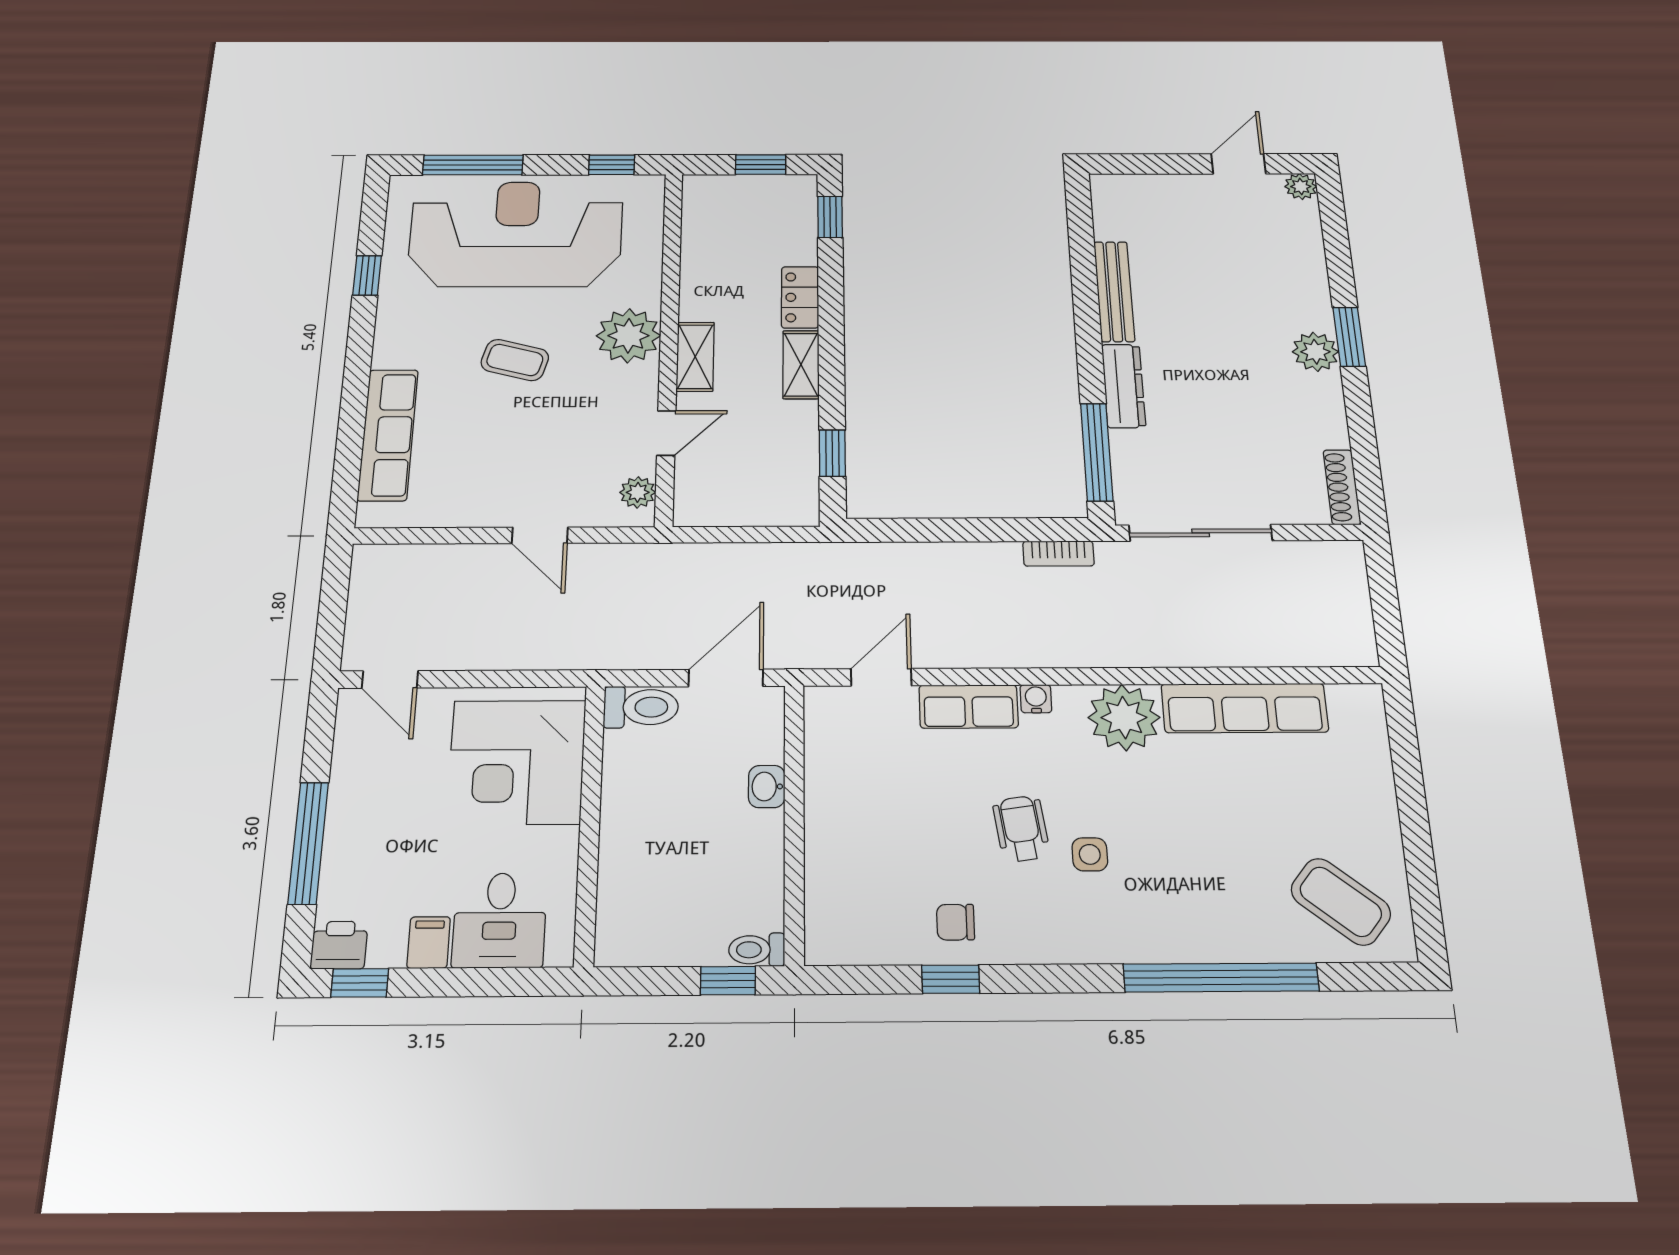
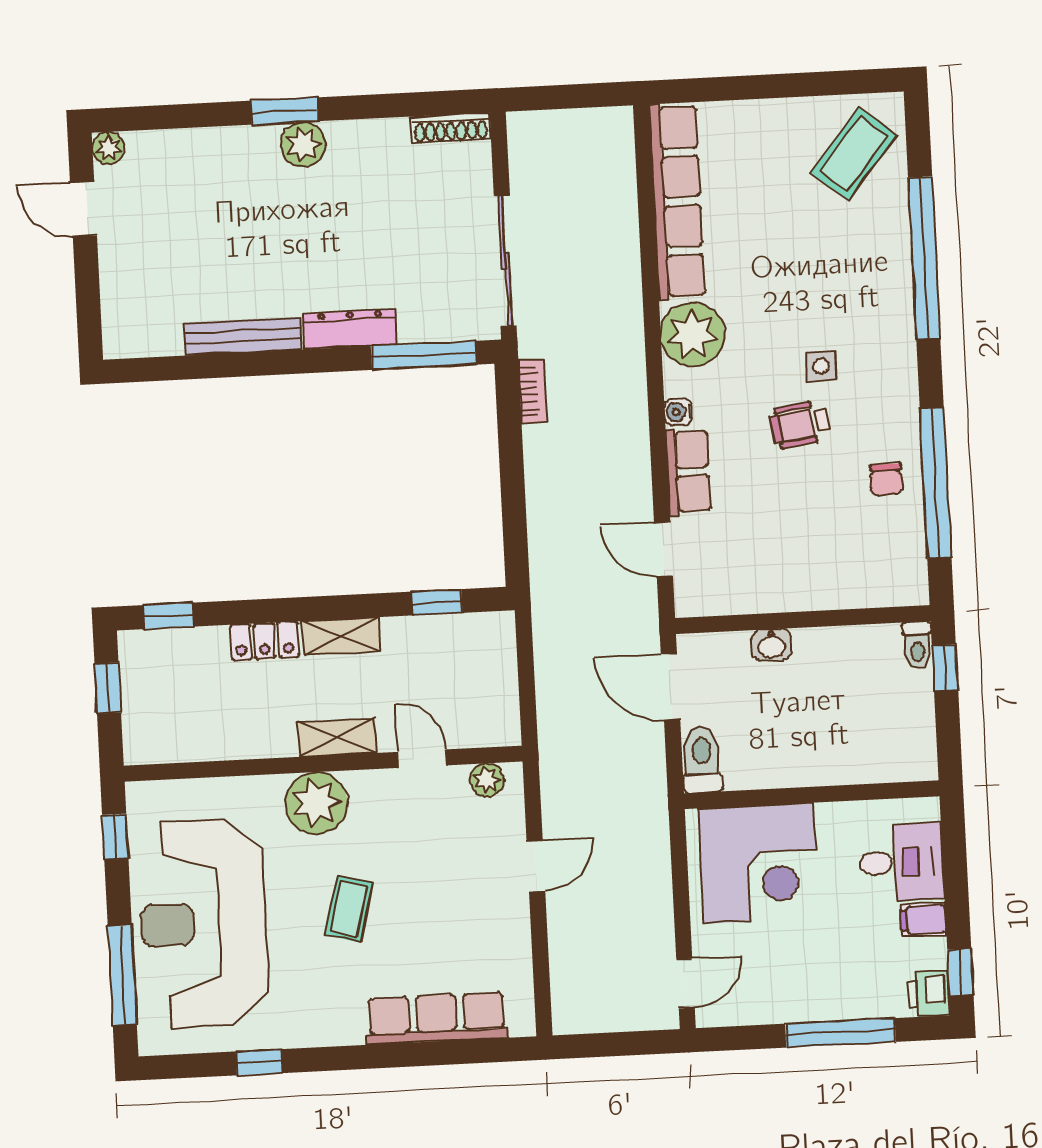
row of seats: (1245, 708) -> (677, 202), width x1.36
window: (951, 979) -> (936, 483), width x3.17

